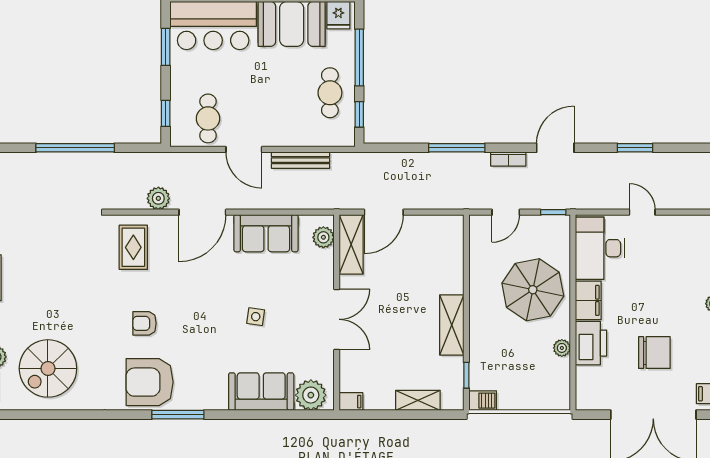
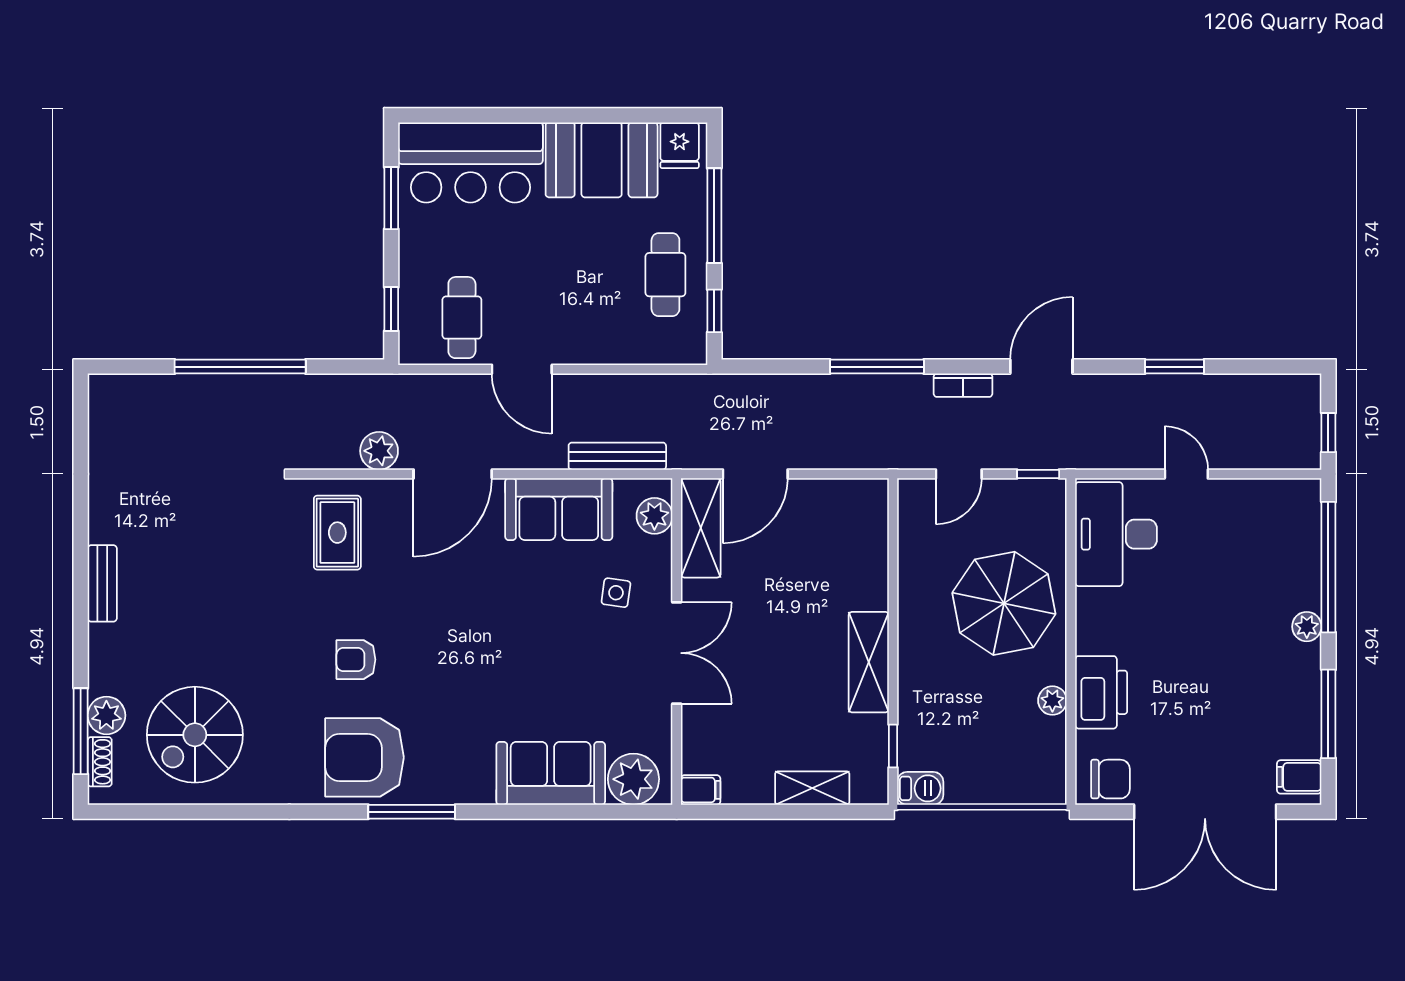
bench: (300, 160) -> (617, 456), moved
filing cabinet: (588, 300) -> (1097, 621), removed
side table: (256, 317) -> (616, 593), moved
chair: (654, 353) -> (1110, 779), moved, width x0.73, depth x0.73

